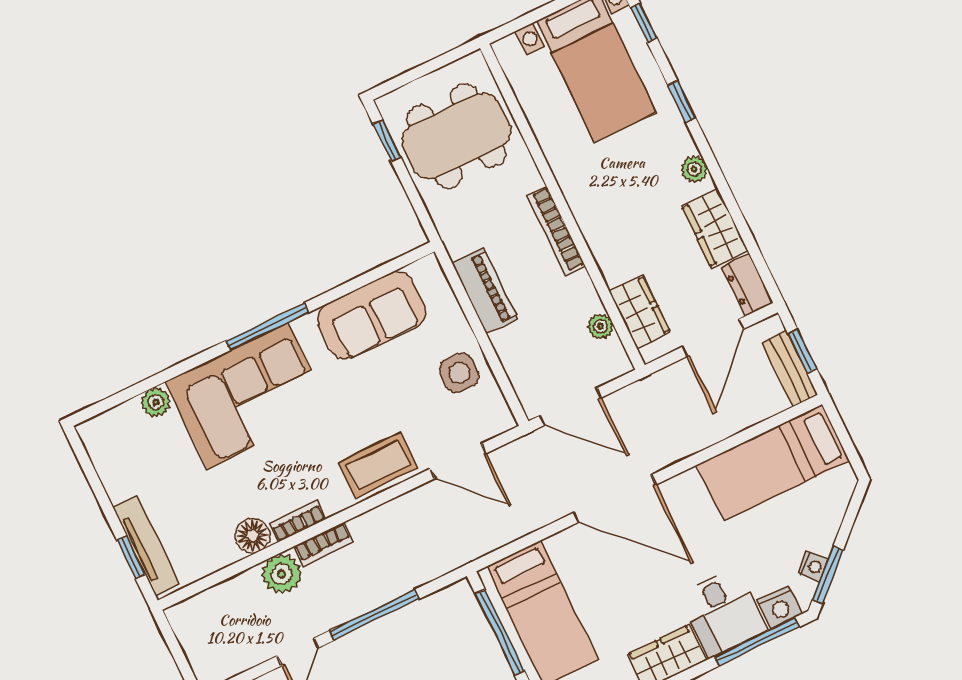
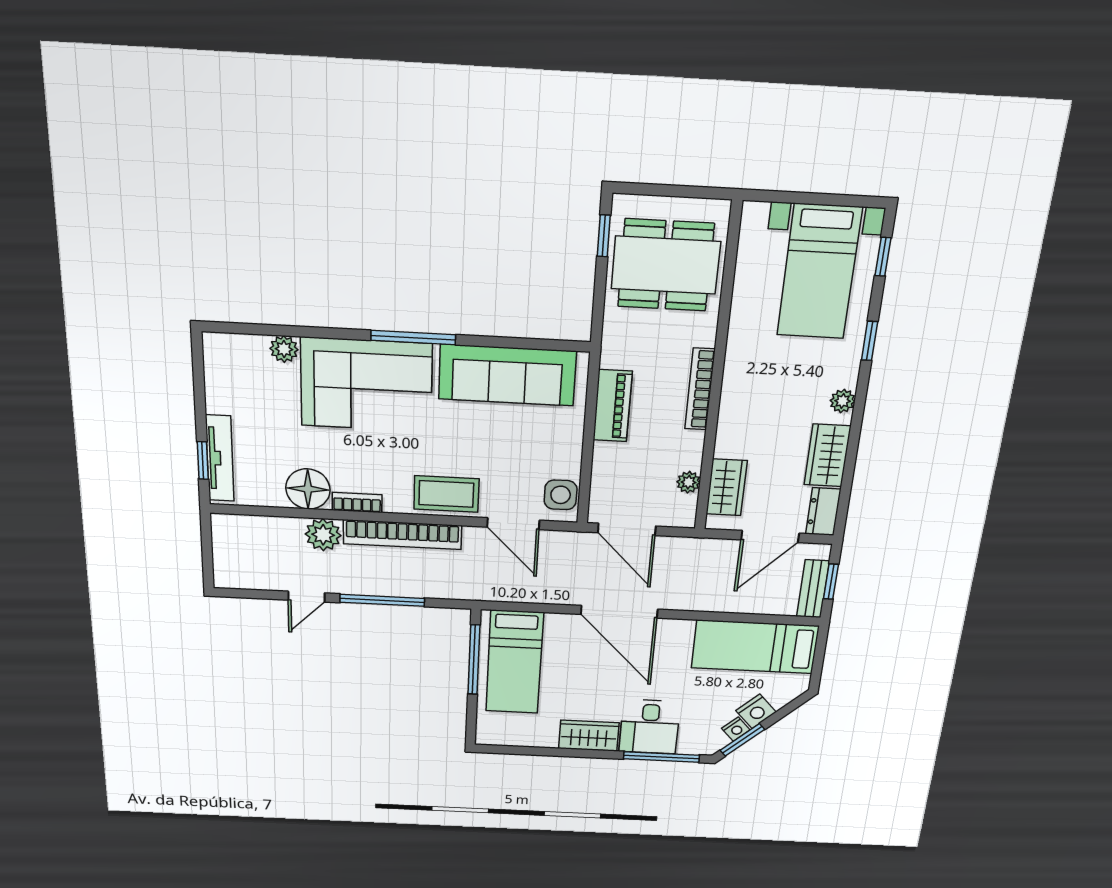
sofa: (372, 315) -> (507, 375), width x1.36
side table: (459, 373) -> (561, 495), moved
floor lamp: (252, 536) -> (308, 489), width x1.38, depth x1.38
bookcase: (323, 544) -> (402, 535), width x2.31, depth x1.31
nightstand: (780, 607) -> (756, 711), moved, turned -43

